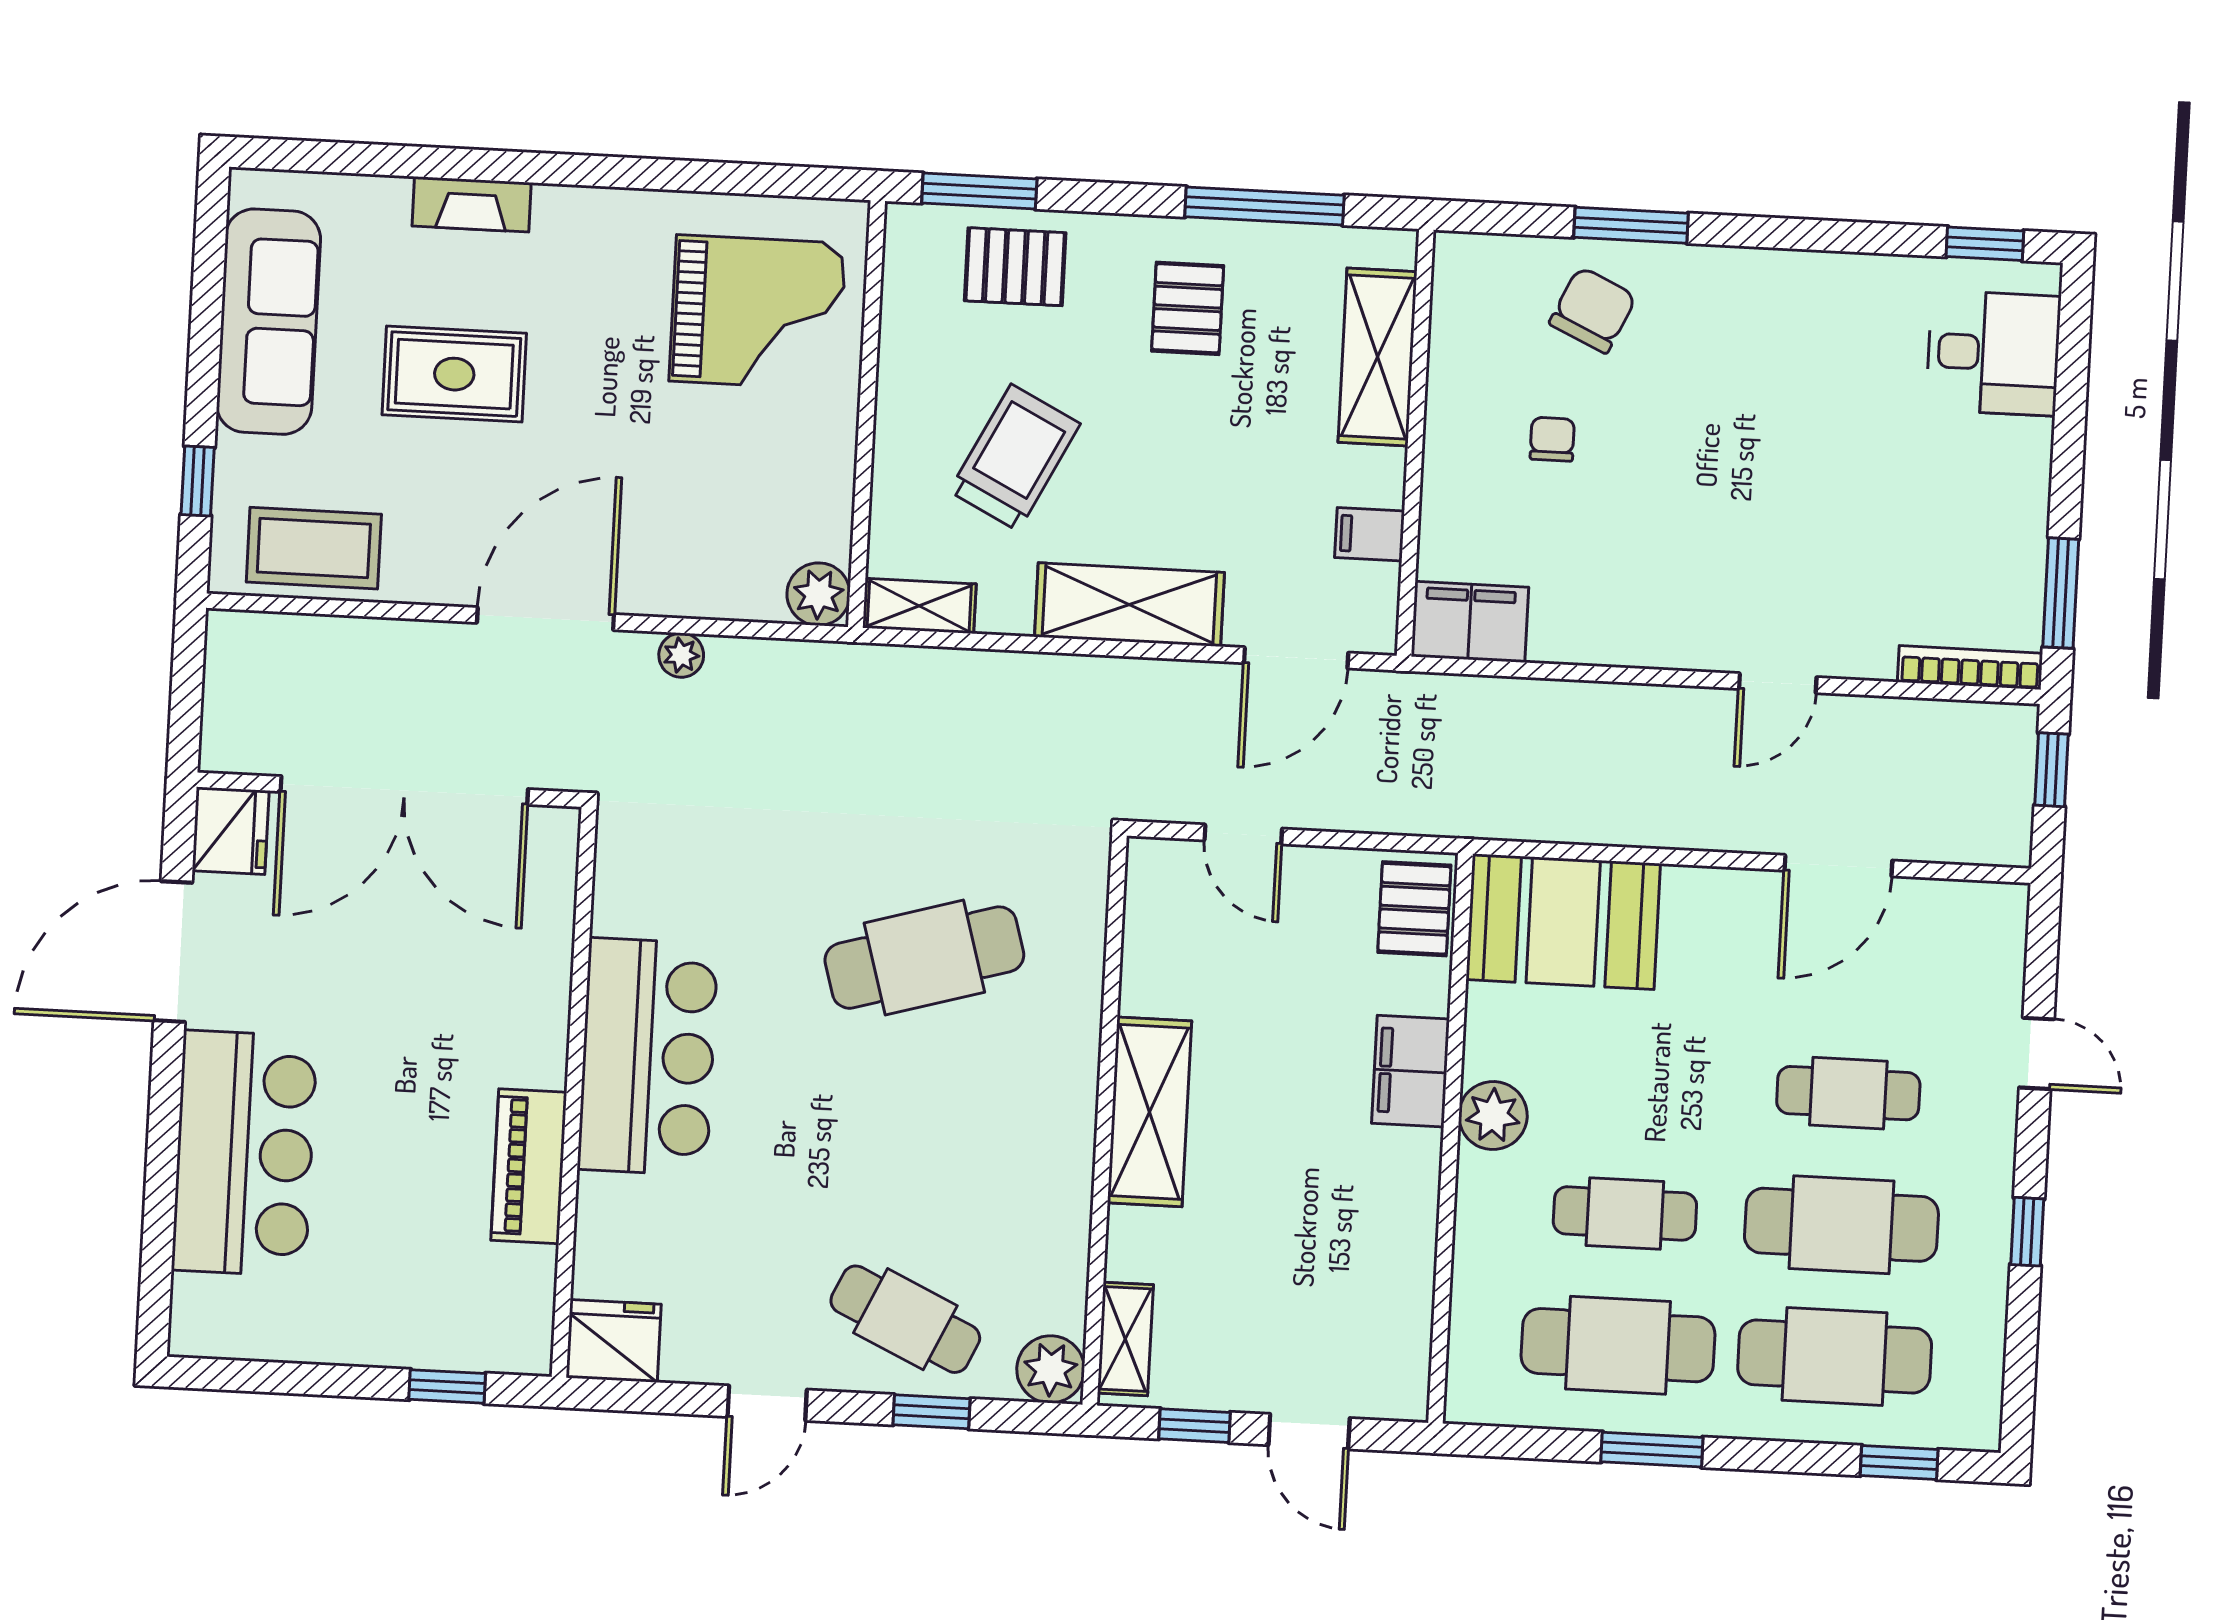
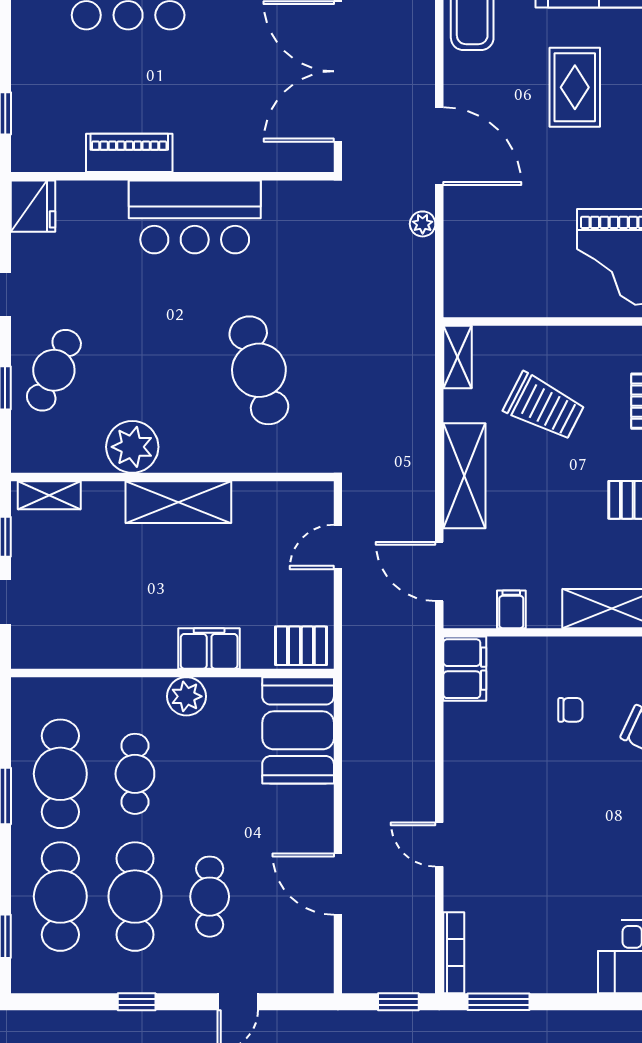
plant: (818, 594) -> (461, 300), removed
plant: (1051, 1369) -> (132, 447), moved, width x1.36, depth x1.36

